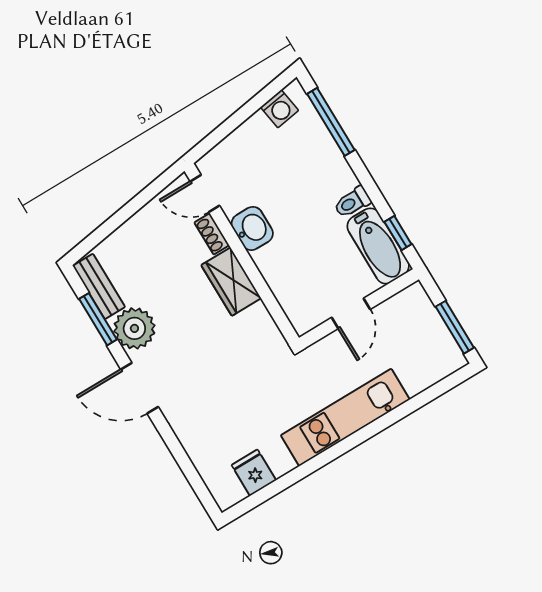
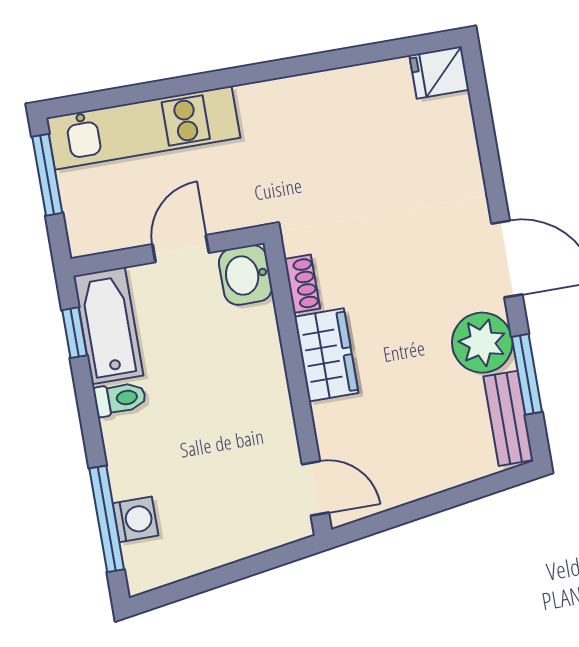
washing machine: (280, 109) -> (136, 519), moved, turned 99
washbasin: (252, 228) -> (245, 275), moved
shoe rack: (212, 234) -> (302, 284), moved
kitchen unit: (345, 417) -> (143, 128), moved
fridge: (254, 473) -> (439, 72), moved, turned 90

